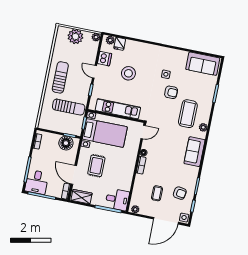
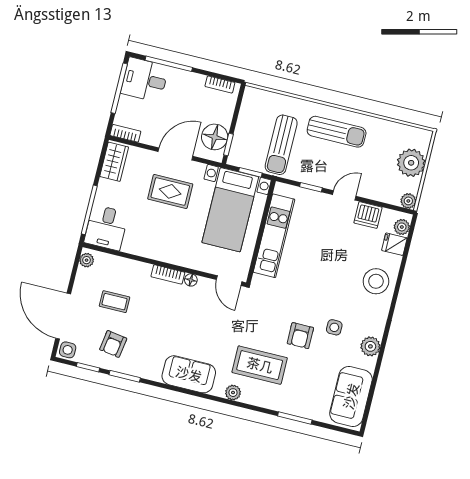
plant: (175, 54) -> (370, 346), added
stool: (128, 73) -> (376, 281), moved
door: (74, 175) -> (175, 154), moved

